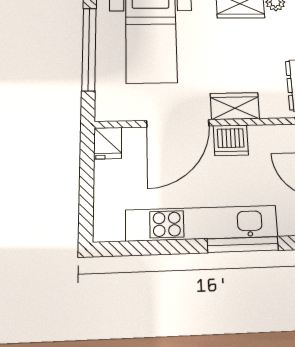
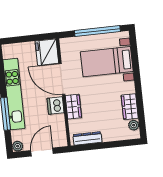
fridge: (108, 143) -> (47, 52), width x1.88, depth x1.34

